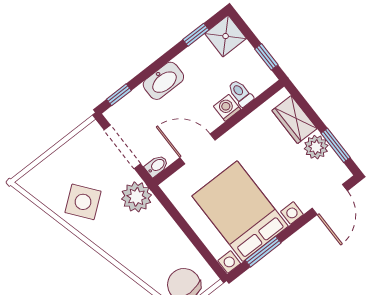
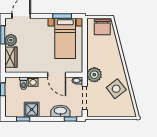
shower: (226, 36) -> (32, 110), moved
washbasin: (163, 81) -> (60, 111), moved
bed with nightstands: (240, 211) -> (65, 38), width x0.73

